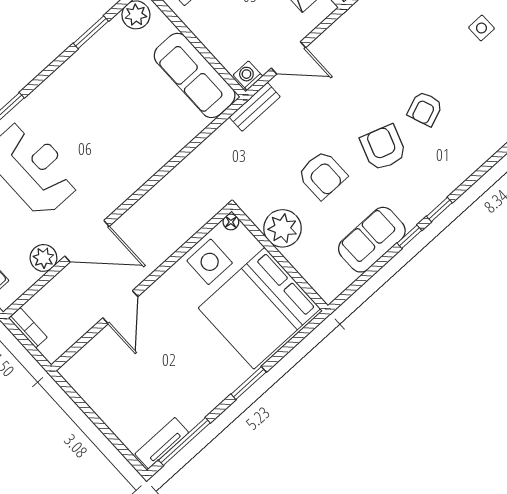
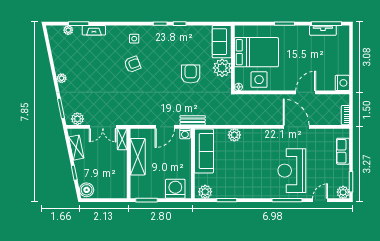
side table: (481, 28) -> (134, 39), moved
door: (288, 58) -> (165, 127), swing flipped
armchair: (383, 148) -> (160, 64), removed
sofa: (372, 240) -> (222, 42), moved, turned 90
plant: (43, 258) -> (234, 135), moved
bed: (259, 308) -> (256, 52), width x0.73
nightstand: (77, 373) -> (342, 83), added
tv unit: (162, 443) -> (323, 30), moved

